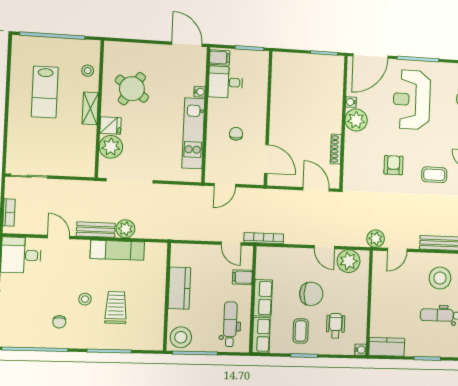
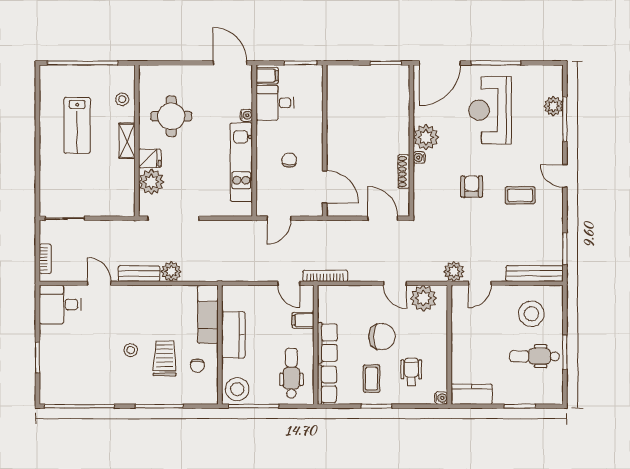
round table: (132, 89) -> (171, 116), turned -34
water cooler: (351, 102) -> (419, 157), moved
exam couch: (117, 250) -> (208, 314), moved, turned 90
chair: (59, 322) -> (197, 366), moved

